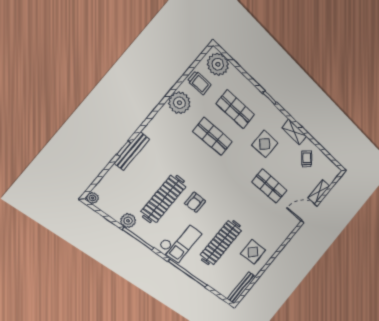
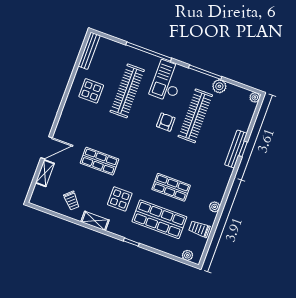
plant: (218, 64) -> (187, 255), width x0.53, depth x0.53
plant: (179, 103) -> (215, 207), width x0.53, depth x0.53
shop shelf: (235, 109) -> (159, 219), width x1.43, depth x1.36

